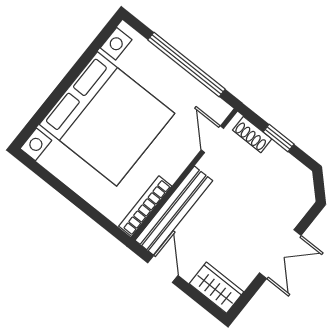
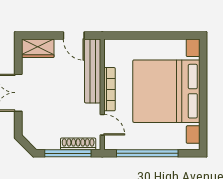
shoe rack: (252, 135) -> (78, 144), width x1.43
window: (279, 138) -> (68, 153), width x2.17
bookcase: (145, 206) -> (110, 89), moved

